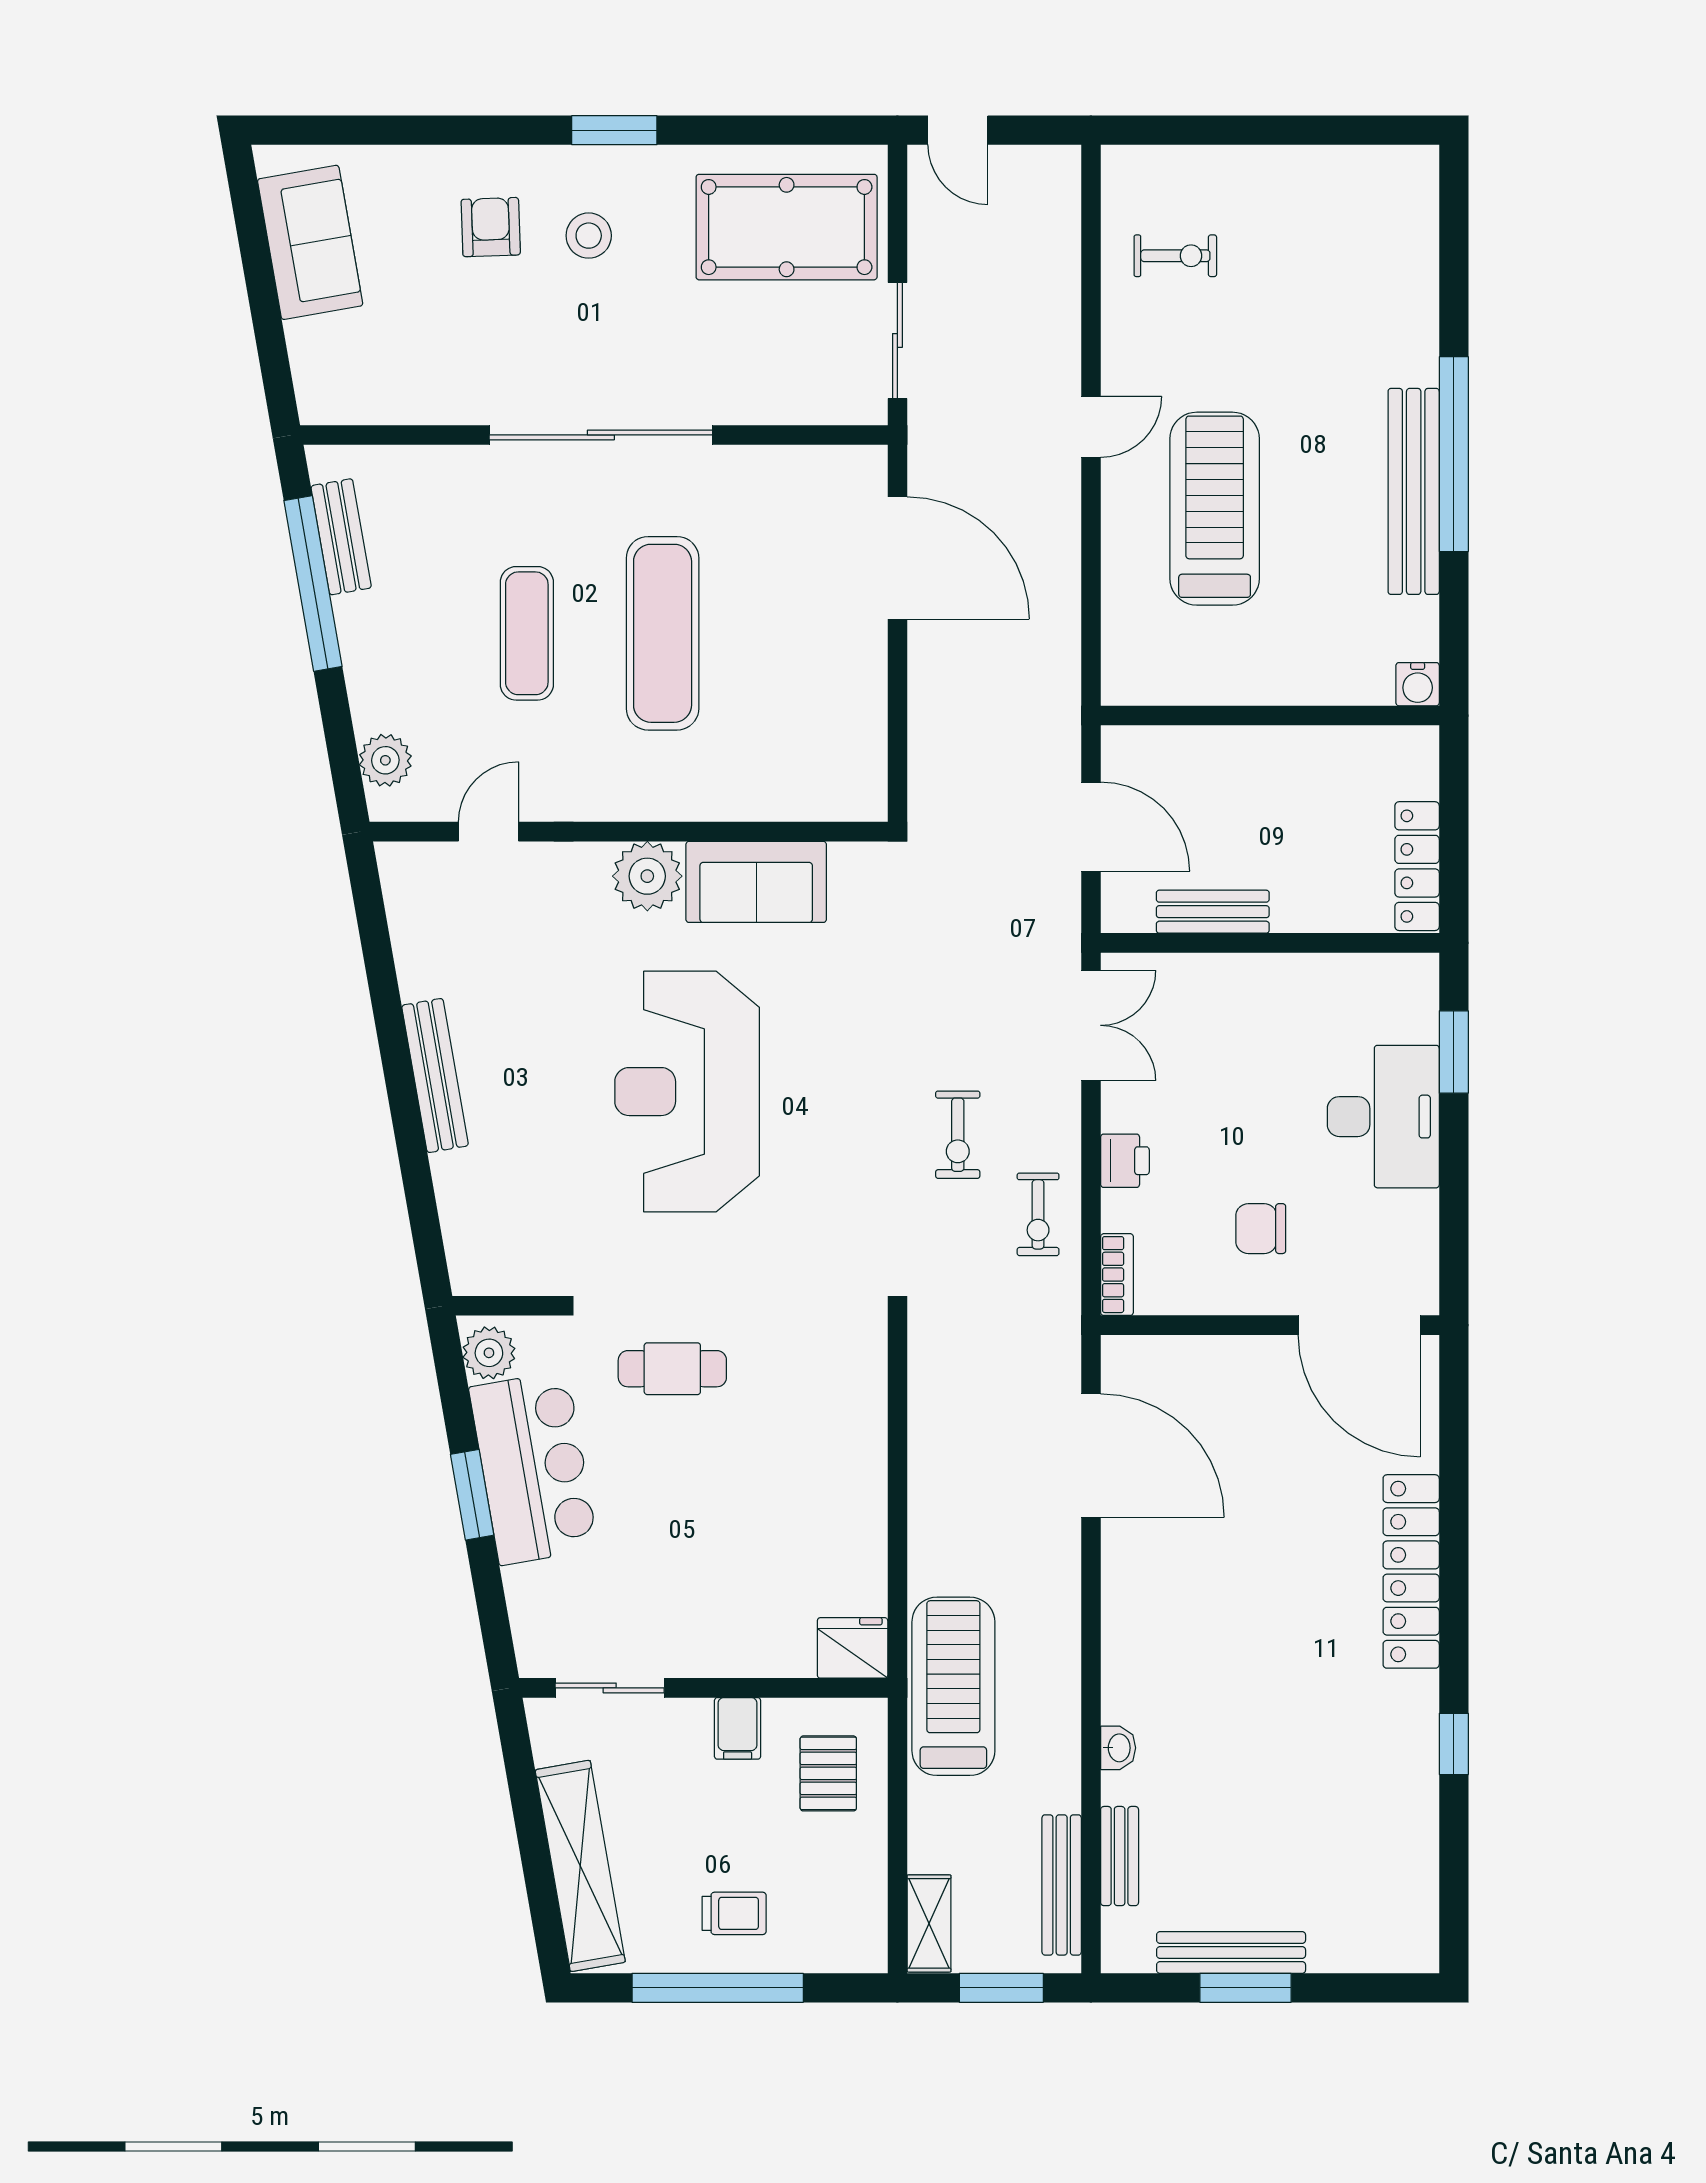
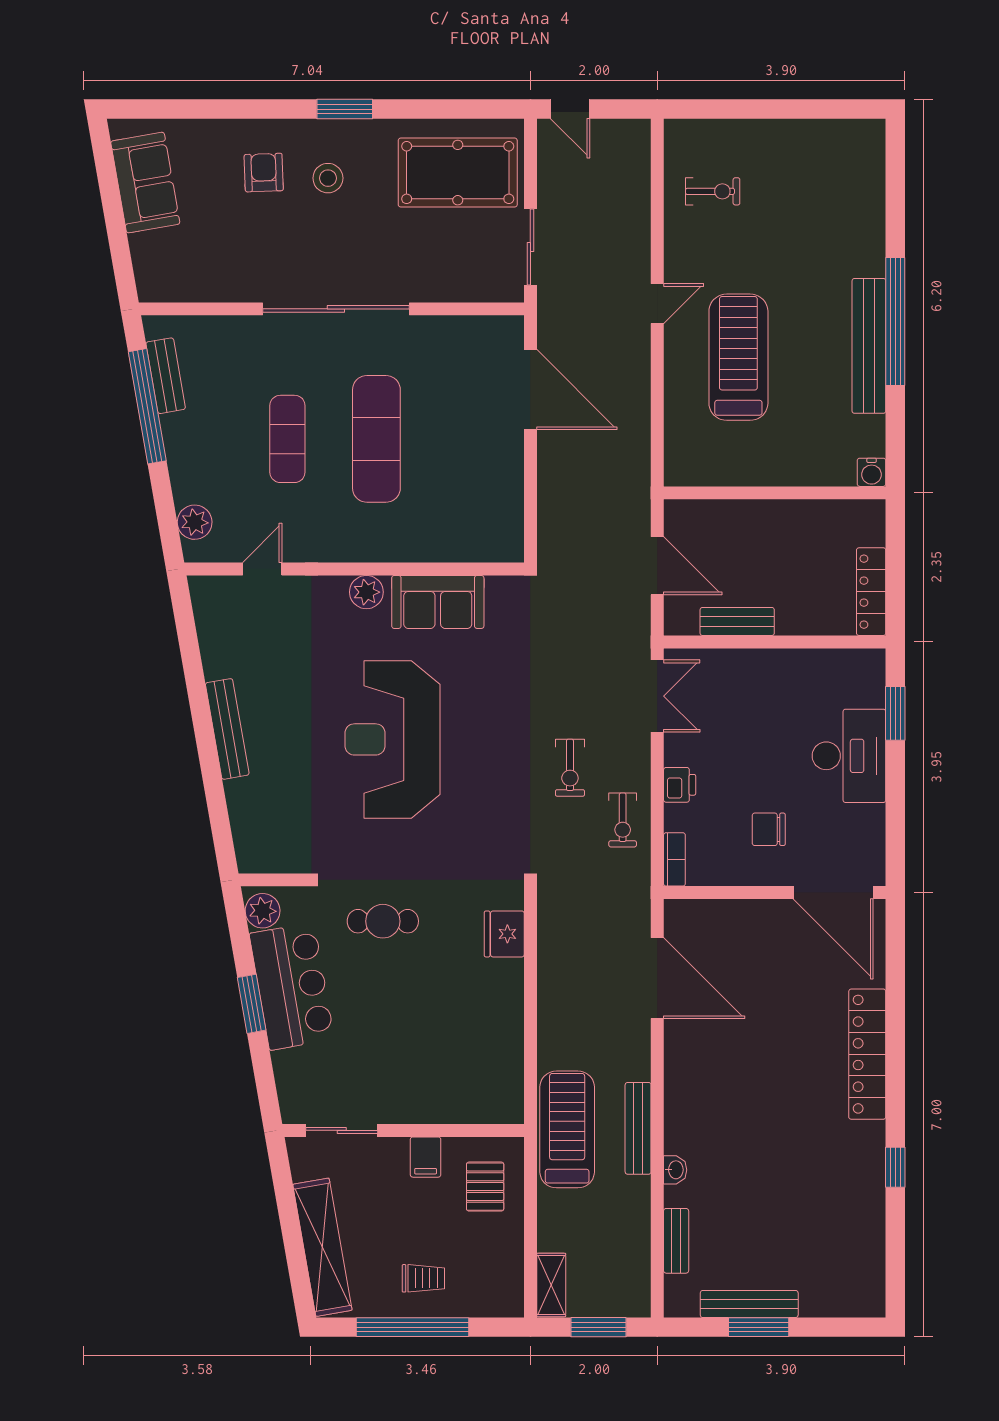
plant: (647, 876) -> (366, 592), width x0.73, depth x0.73
fridge: (853, 1648) -> (504, 934), moved, turned -90
bench: (1062, 1885) -> (638, 1128), moved

